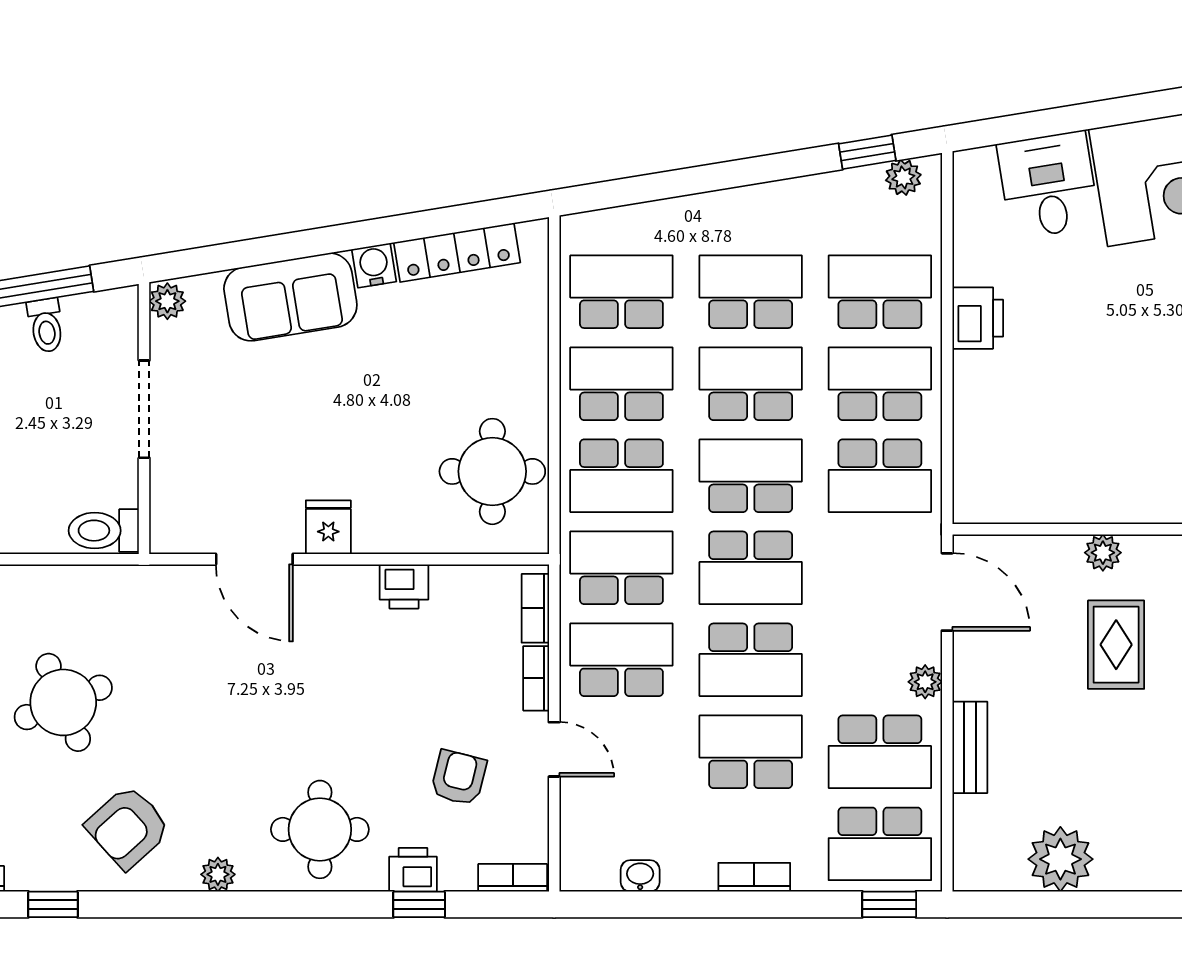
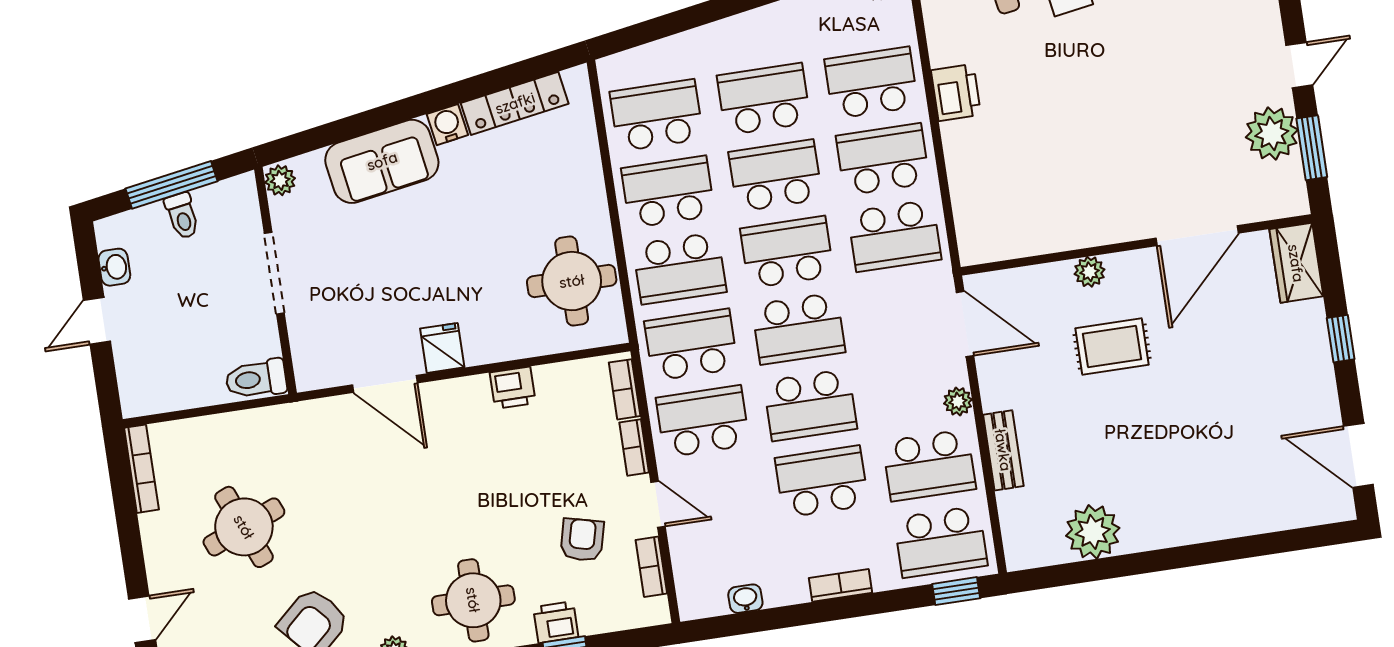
rug: (1116, 645) -> (1112, 347), turned 90
bookcase: (513, 878) -> (651, 567), moved, turned -90

